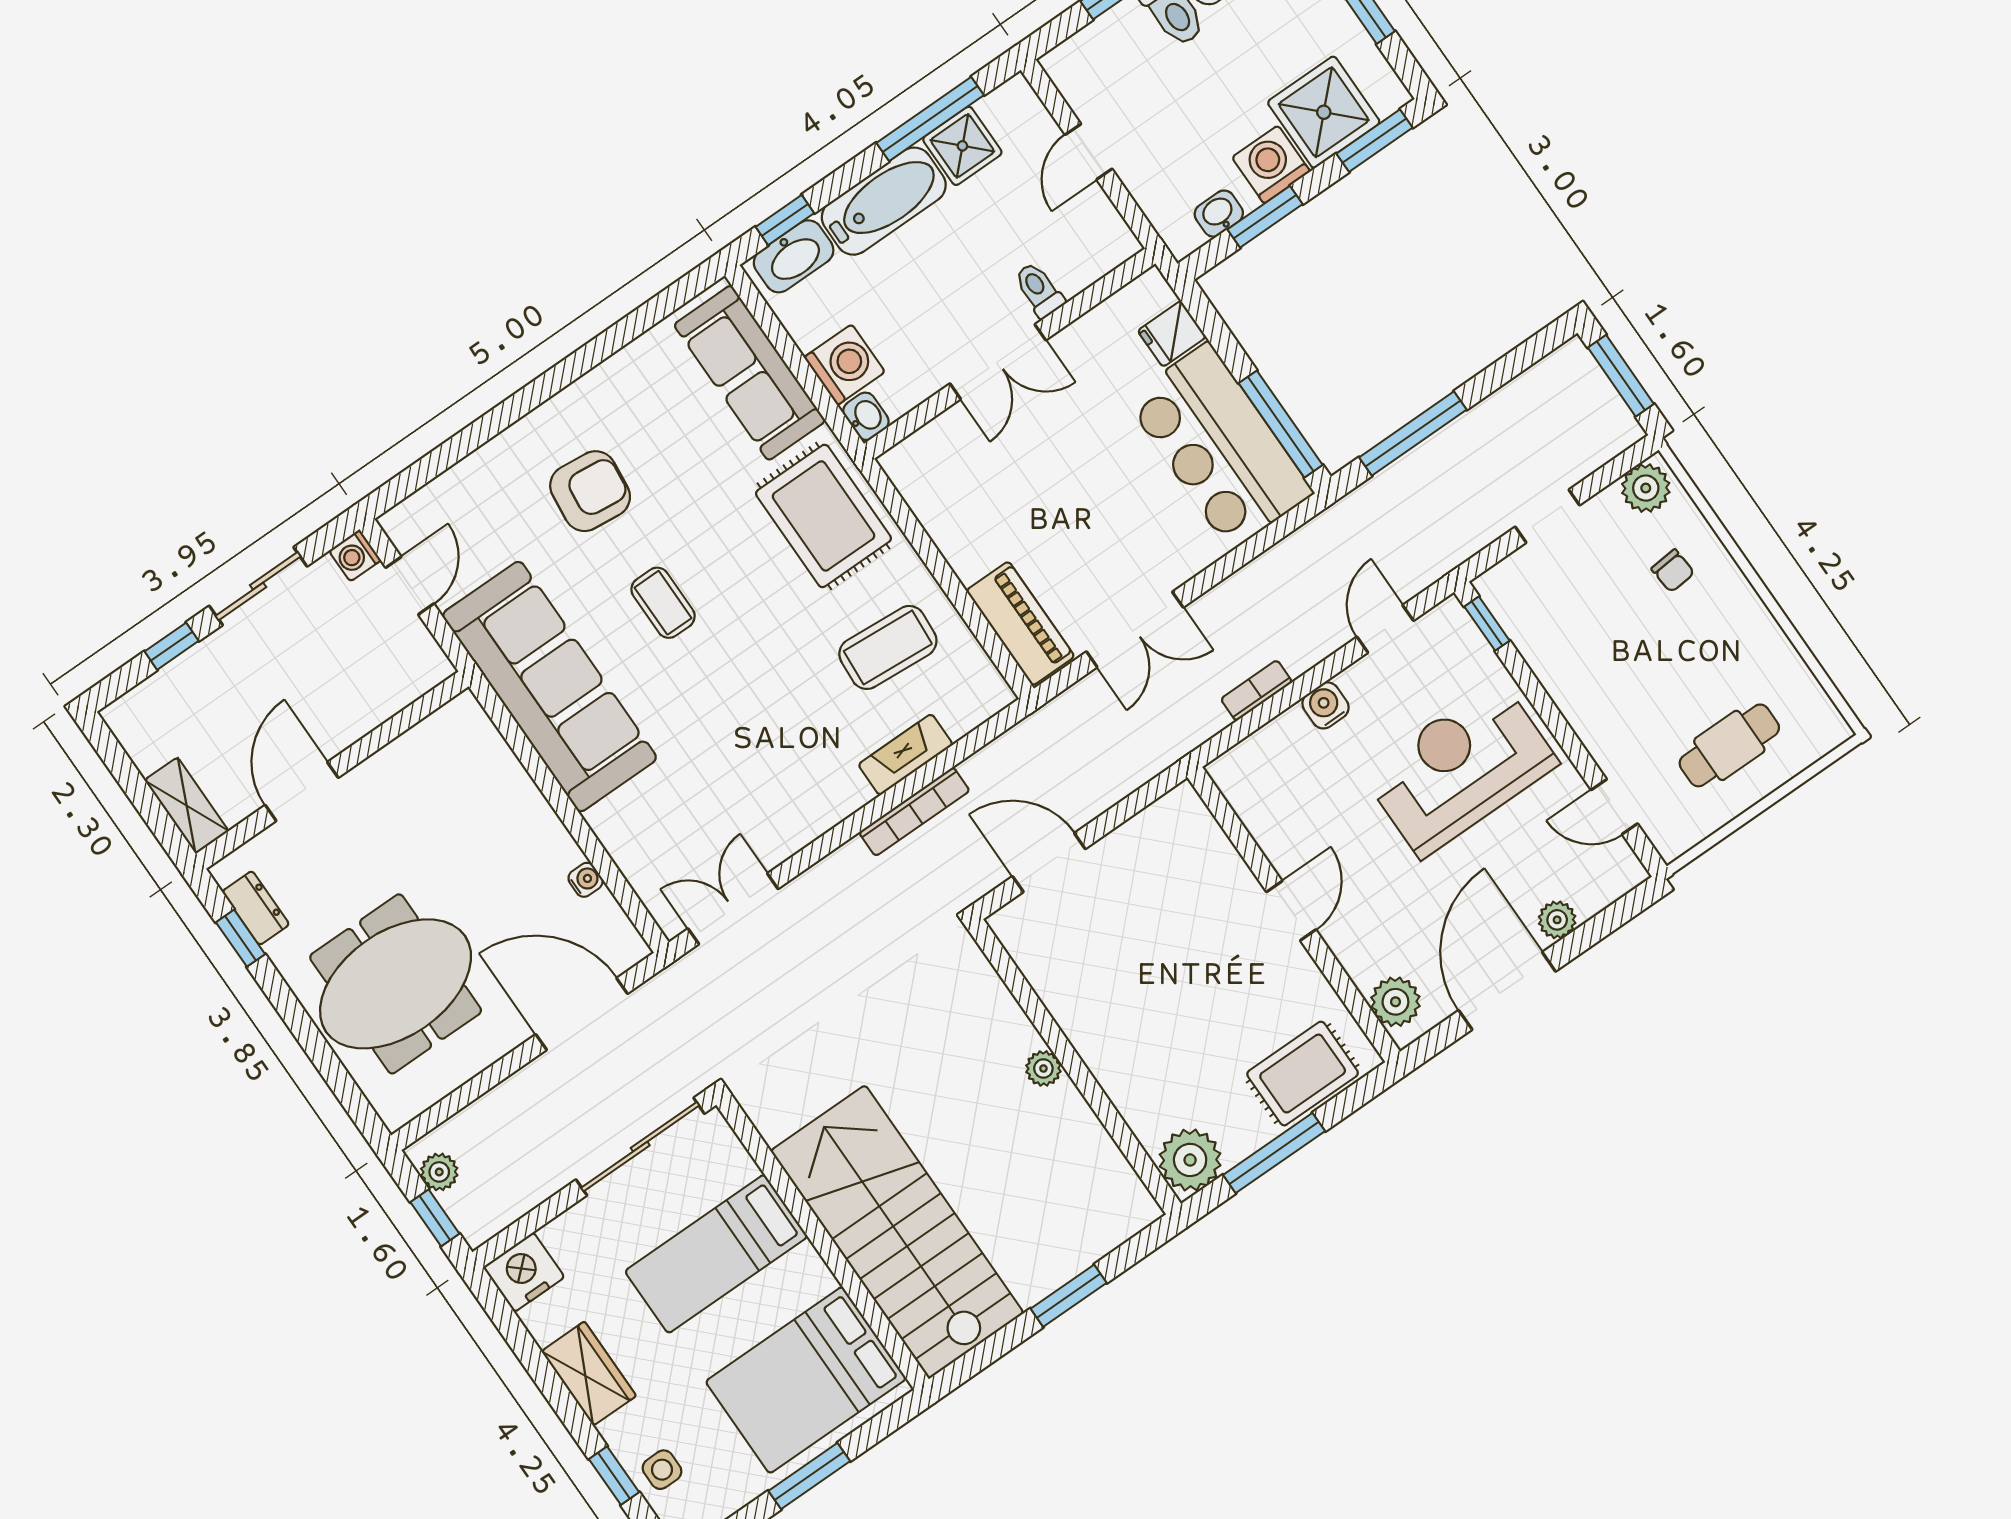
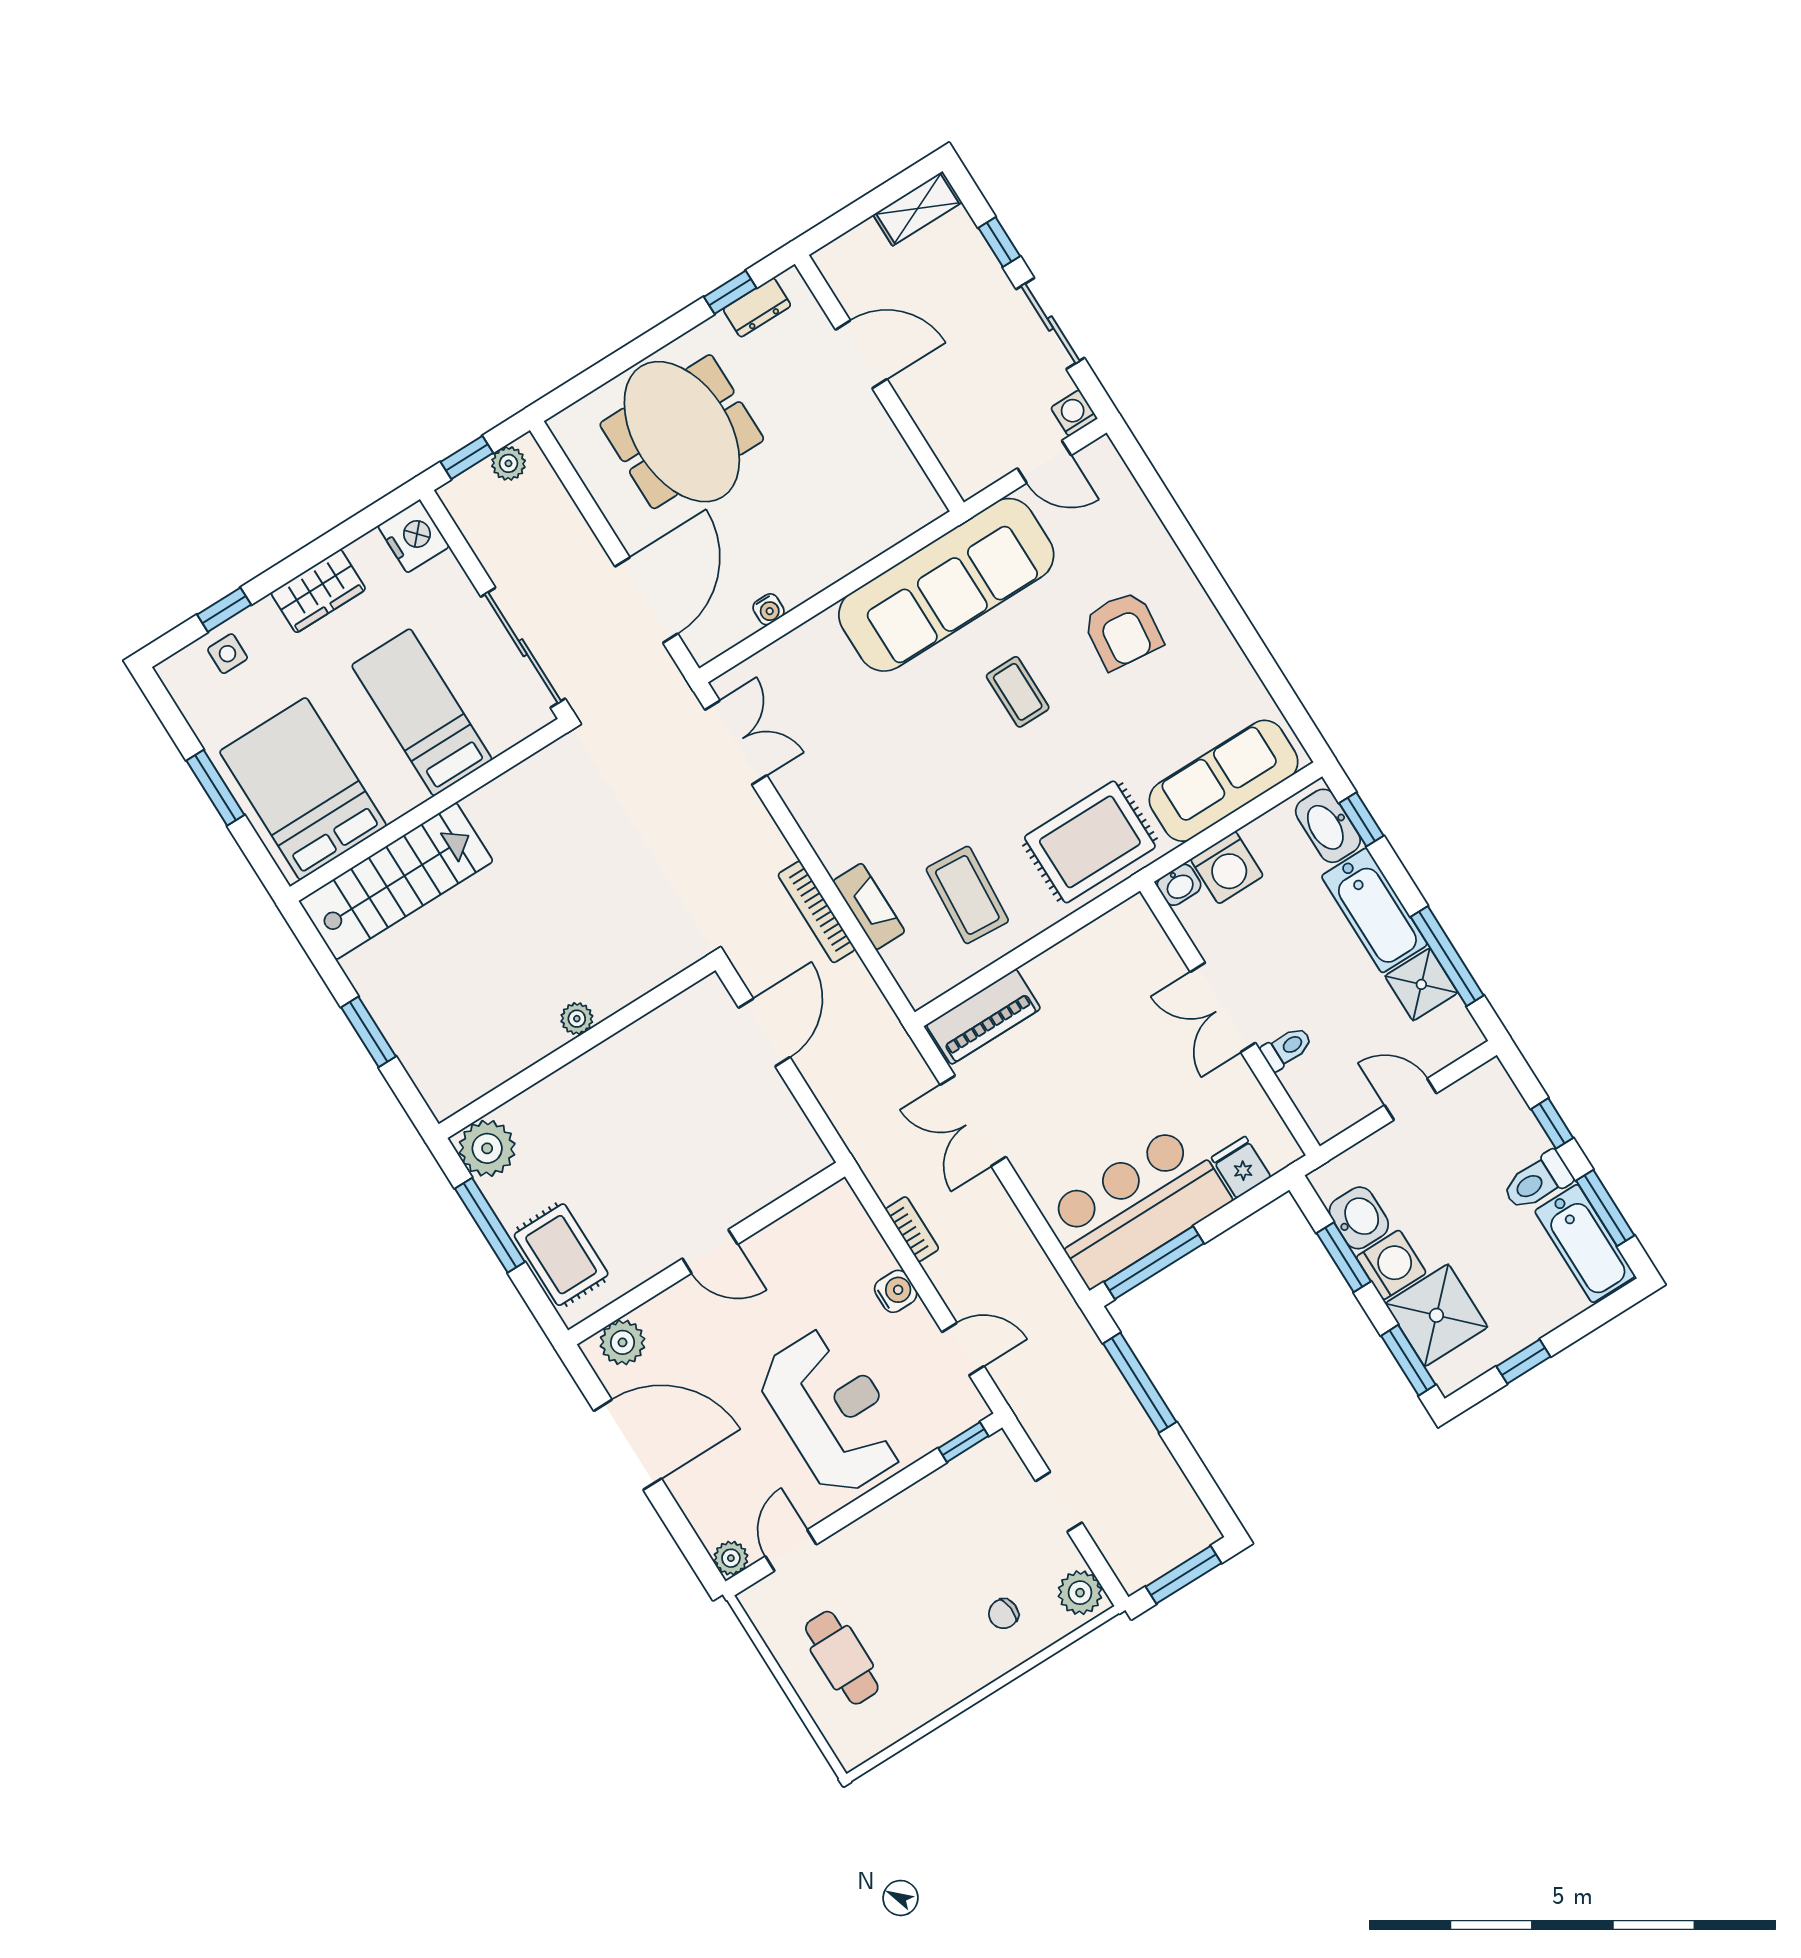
washbasin: (1219, 214) -> (1359, 1218), width x1.38, depth x1.45
coffee table: (663, 603) -> (1018, 692), turned 90
shelving: (187, 806) -> (918, 209), moved
plant: (1557, 920) -> (731, 1558), moved
stairs: (897, 1232) -> (396, 881), width x0.73, depth x0.66

